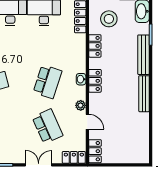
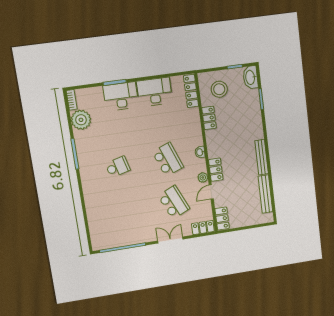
bench: (144, 55) -> (265, 194), moved
locker: (95, 81) -> (216, 170), moved
school desk: (48, 82) -> (168, 159), turned -39
door: (87, 122) -> (211, 192), swing flipped

